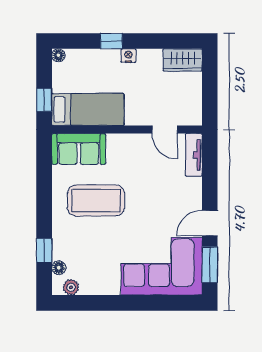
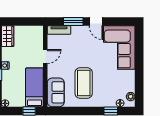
door: (165, 130) -> (45, 56), moved
window: (210, 265) -> (73, 21), moved

